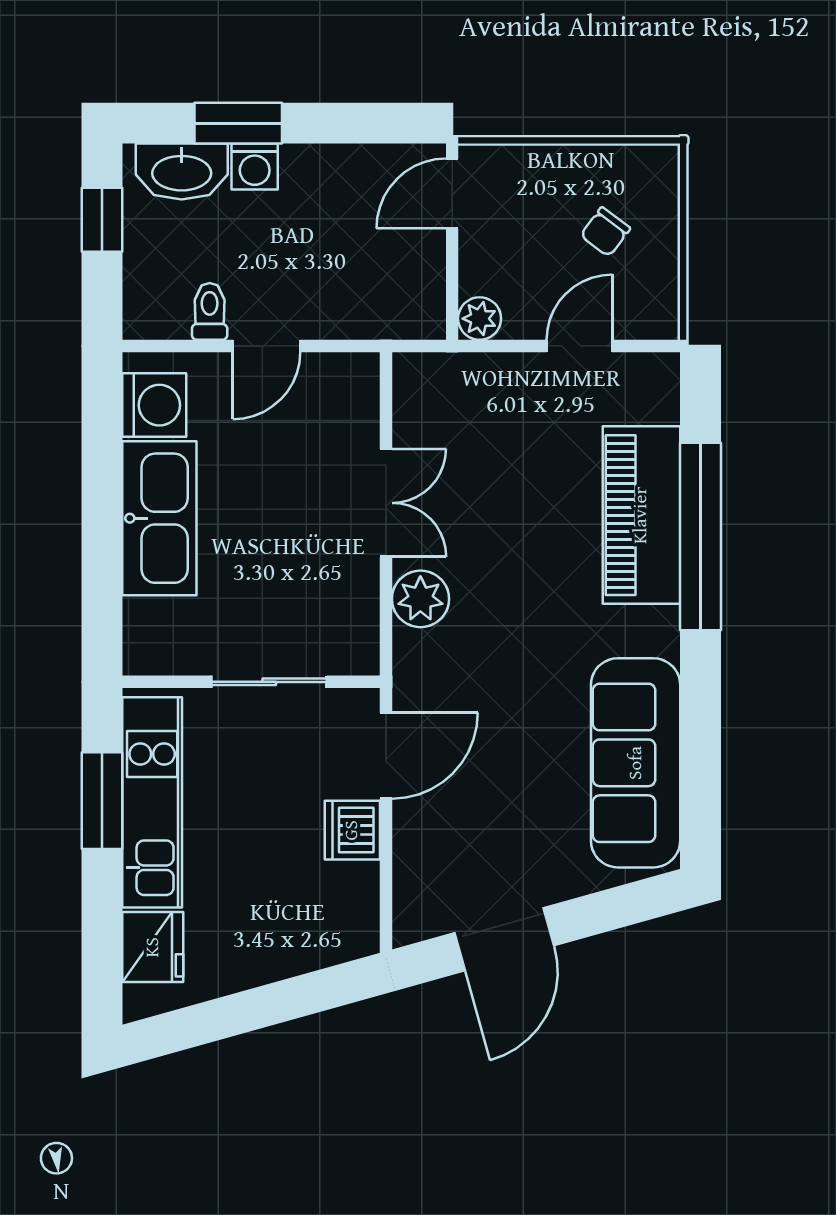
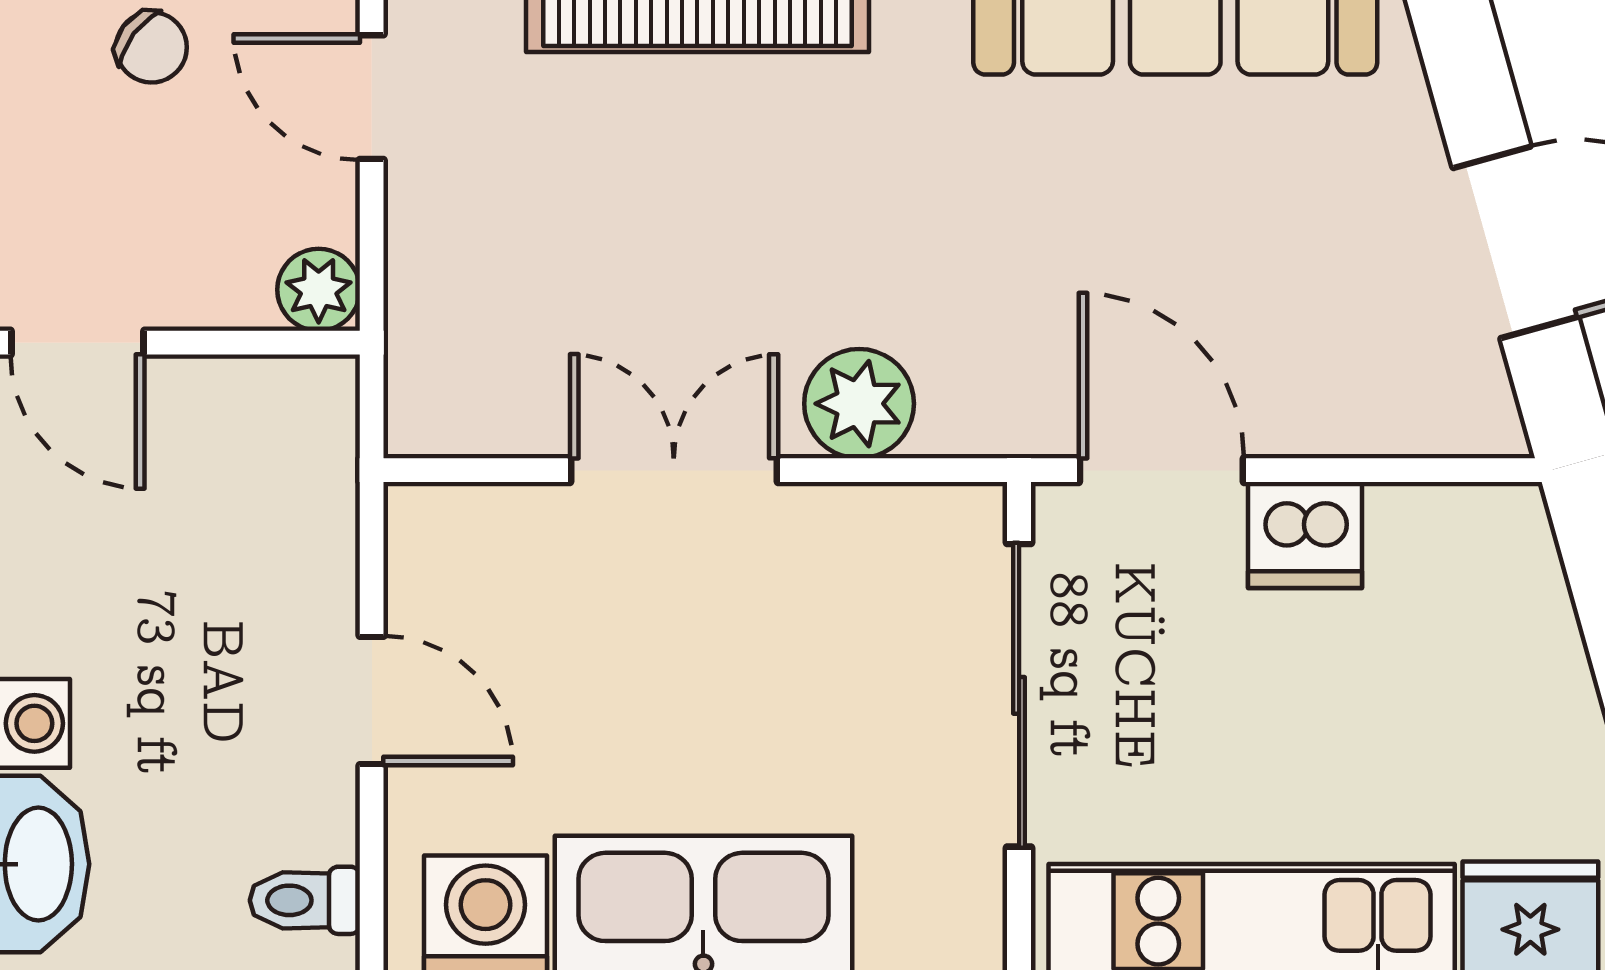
toilet: (210, 311) -> (305, 900), moved
sliding door: (269, 682) -> (1019, 695), width x1.37

